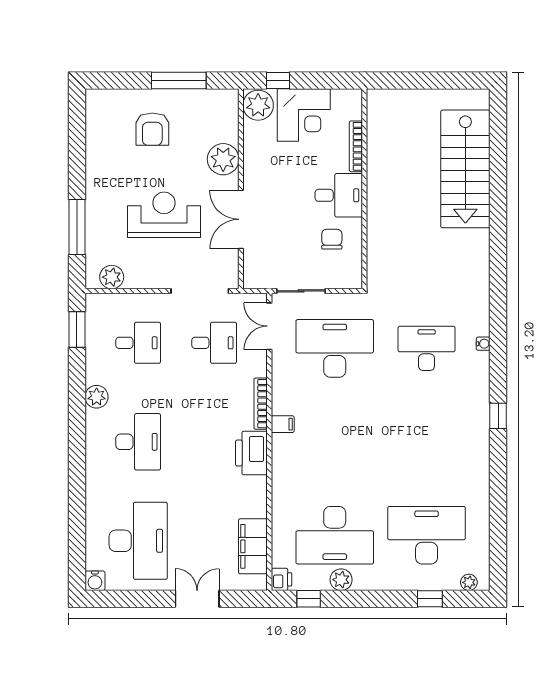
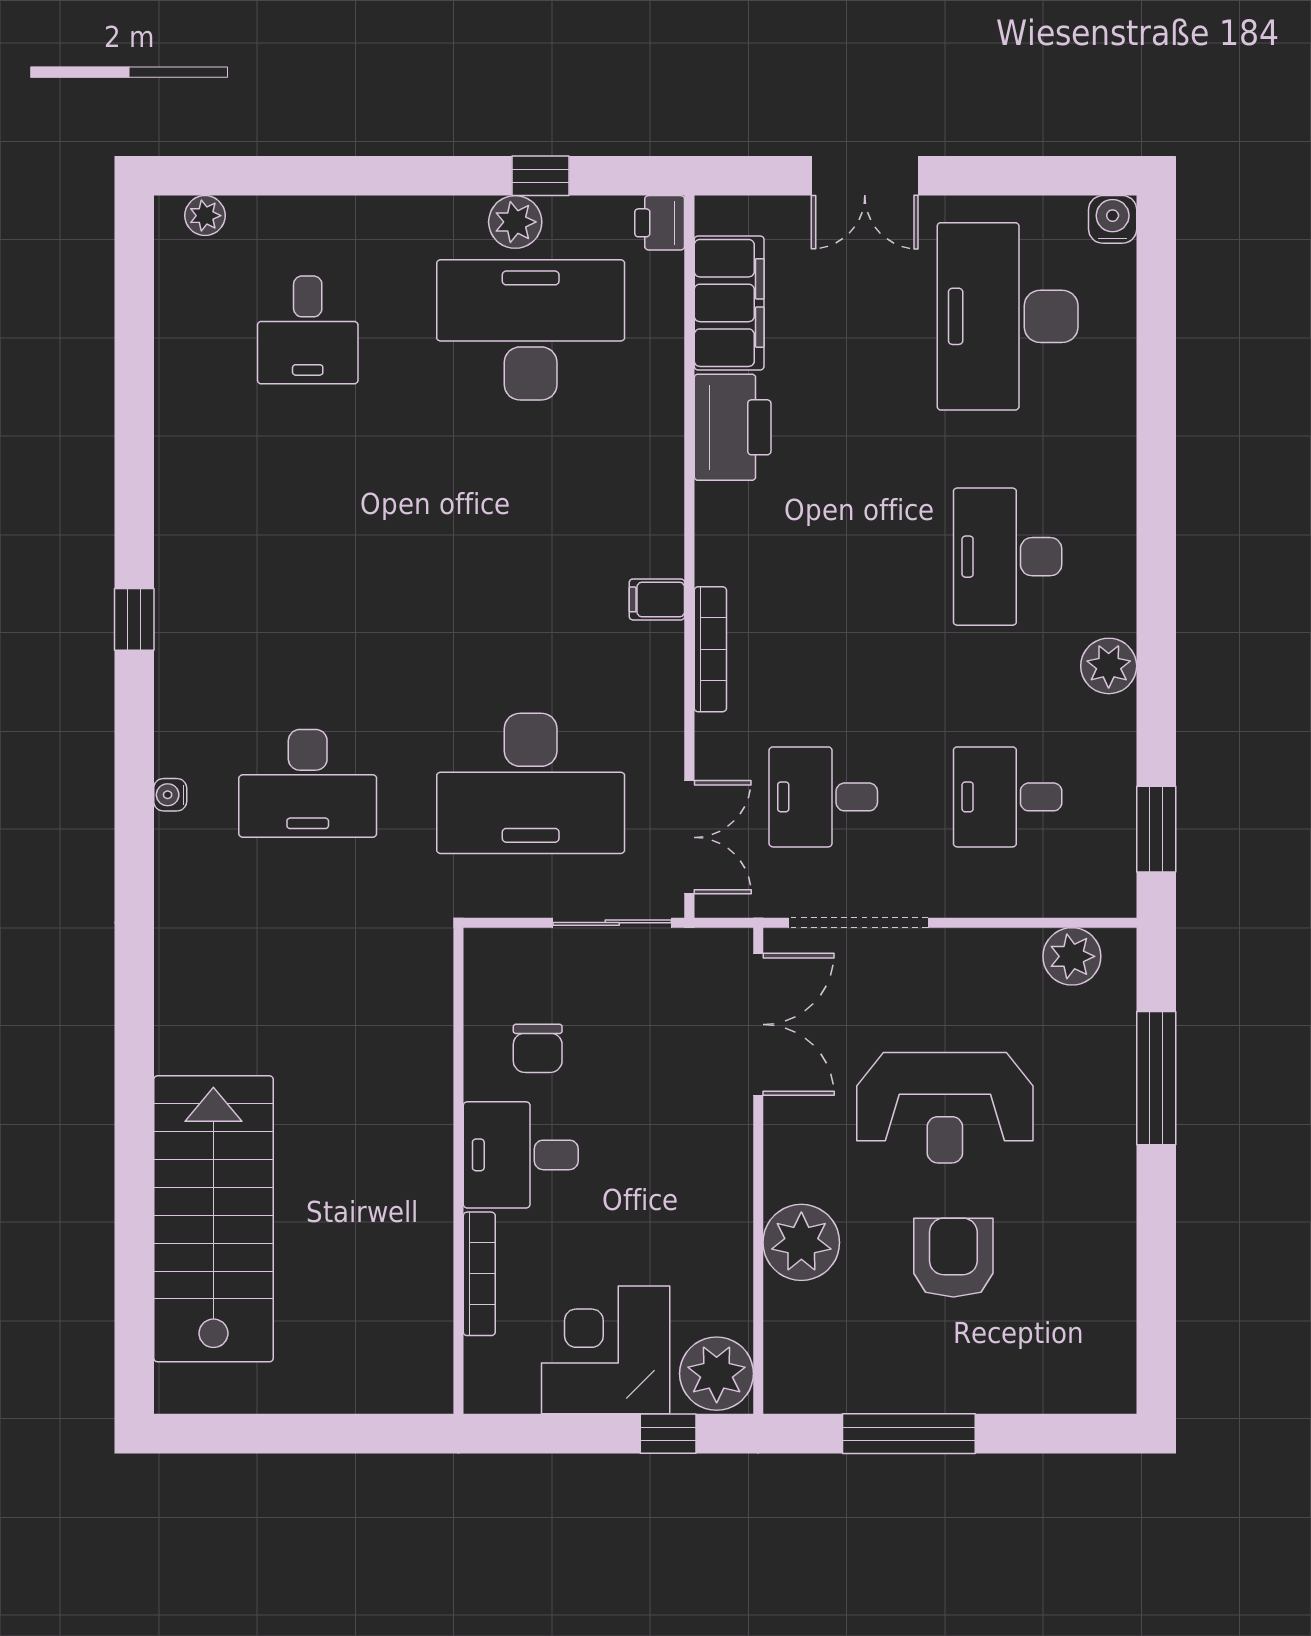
armchair: (152, 129) -> (953, 1258), moved
double door: (241, 219) -> (758, 1024), moved
printer: (251, 453) -> (733, 427), moved
desk: (427, 535) -> (308, 330), width x0.53, depth x0.77
window: (309, 599) -> (541, 176), moved
window: (430, 599) -> (300, 176), removed

